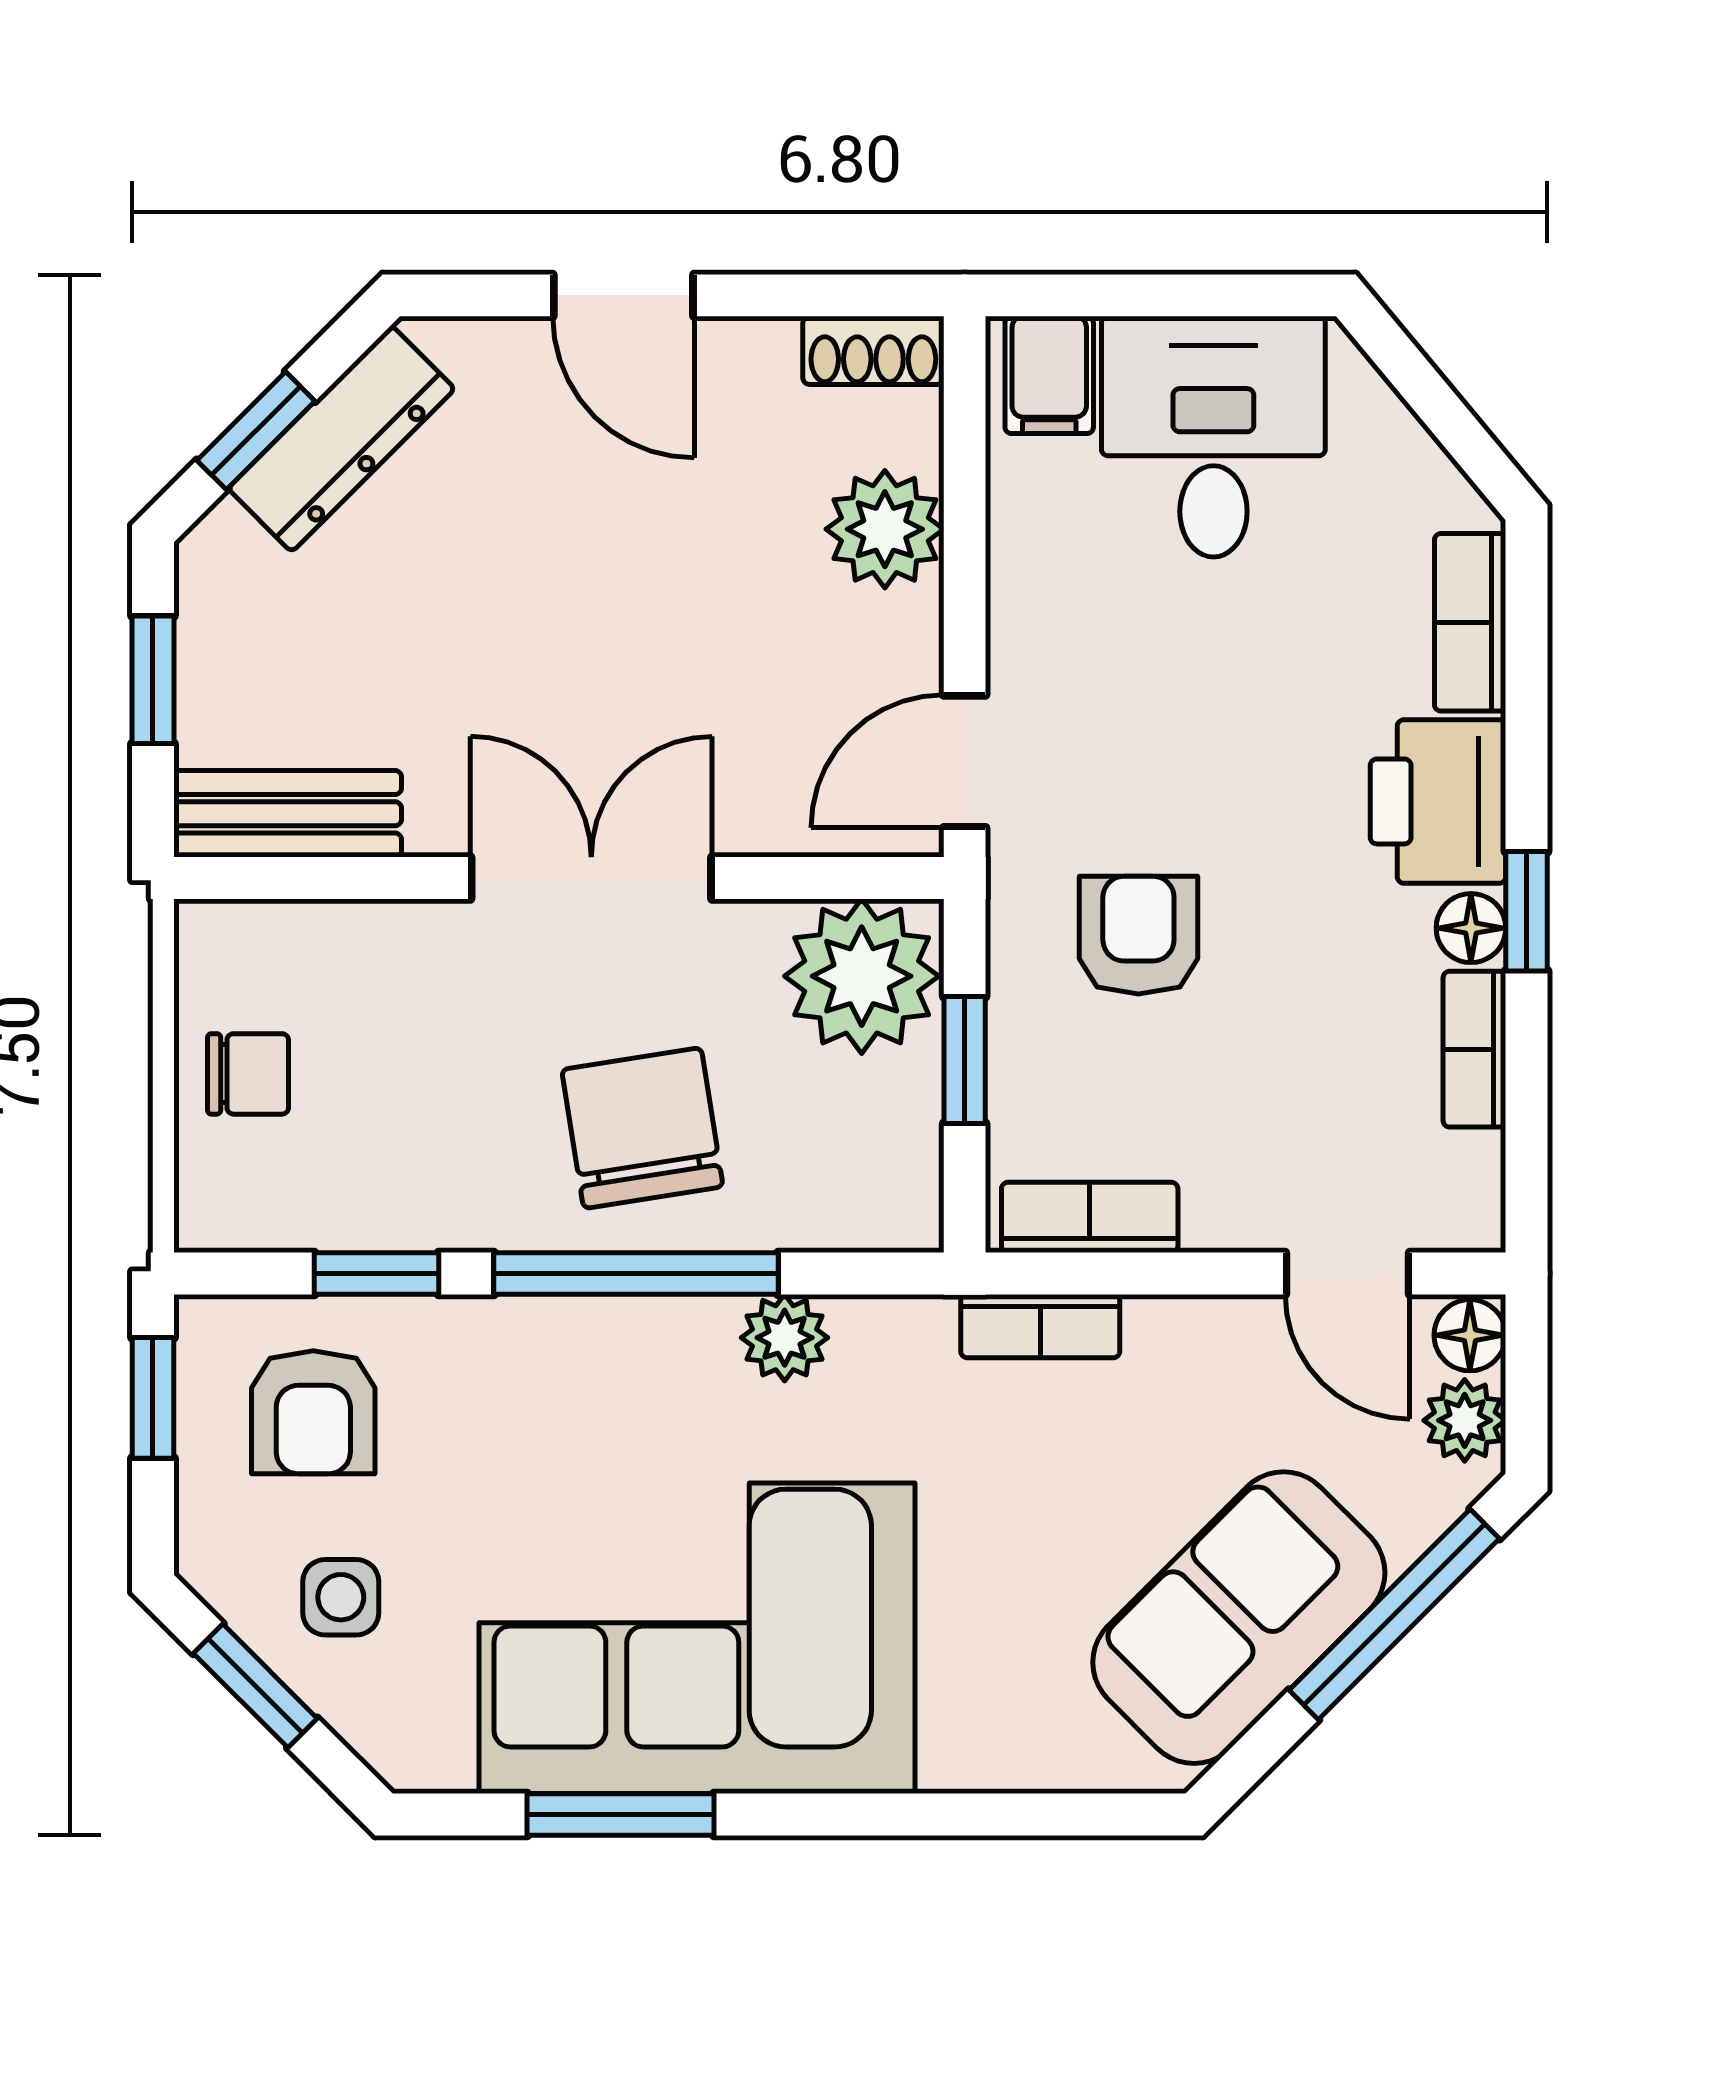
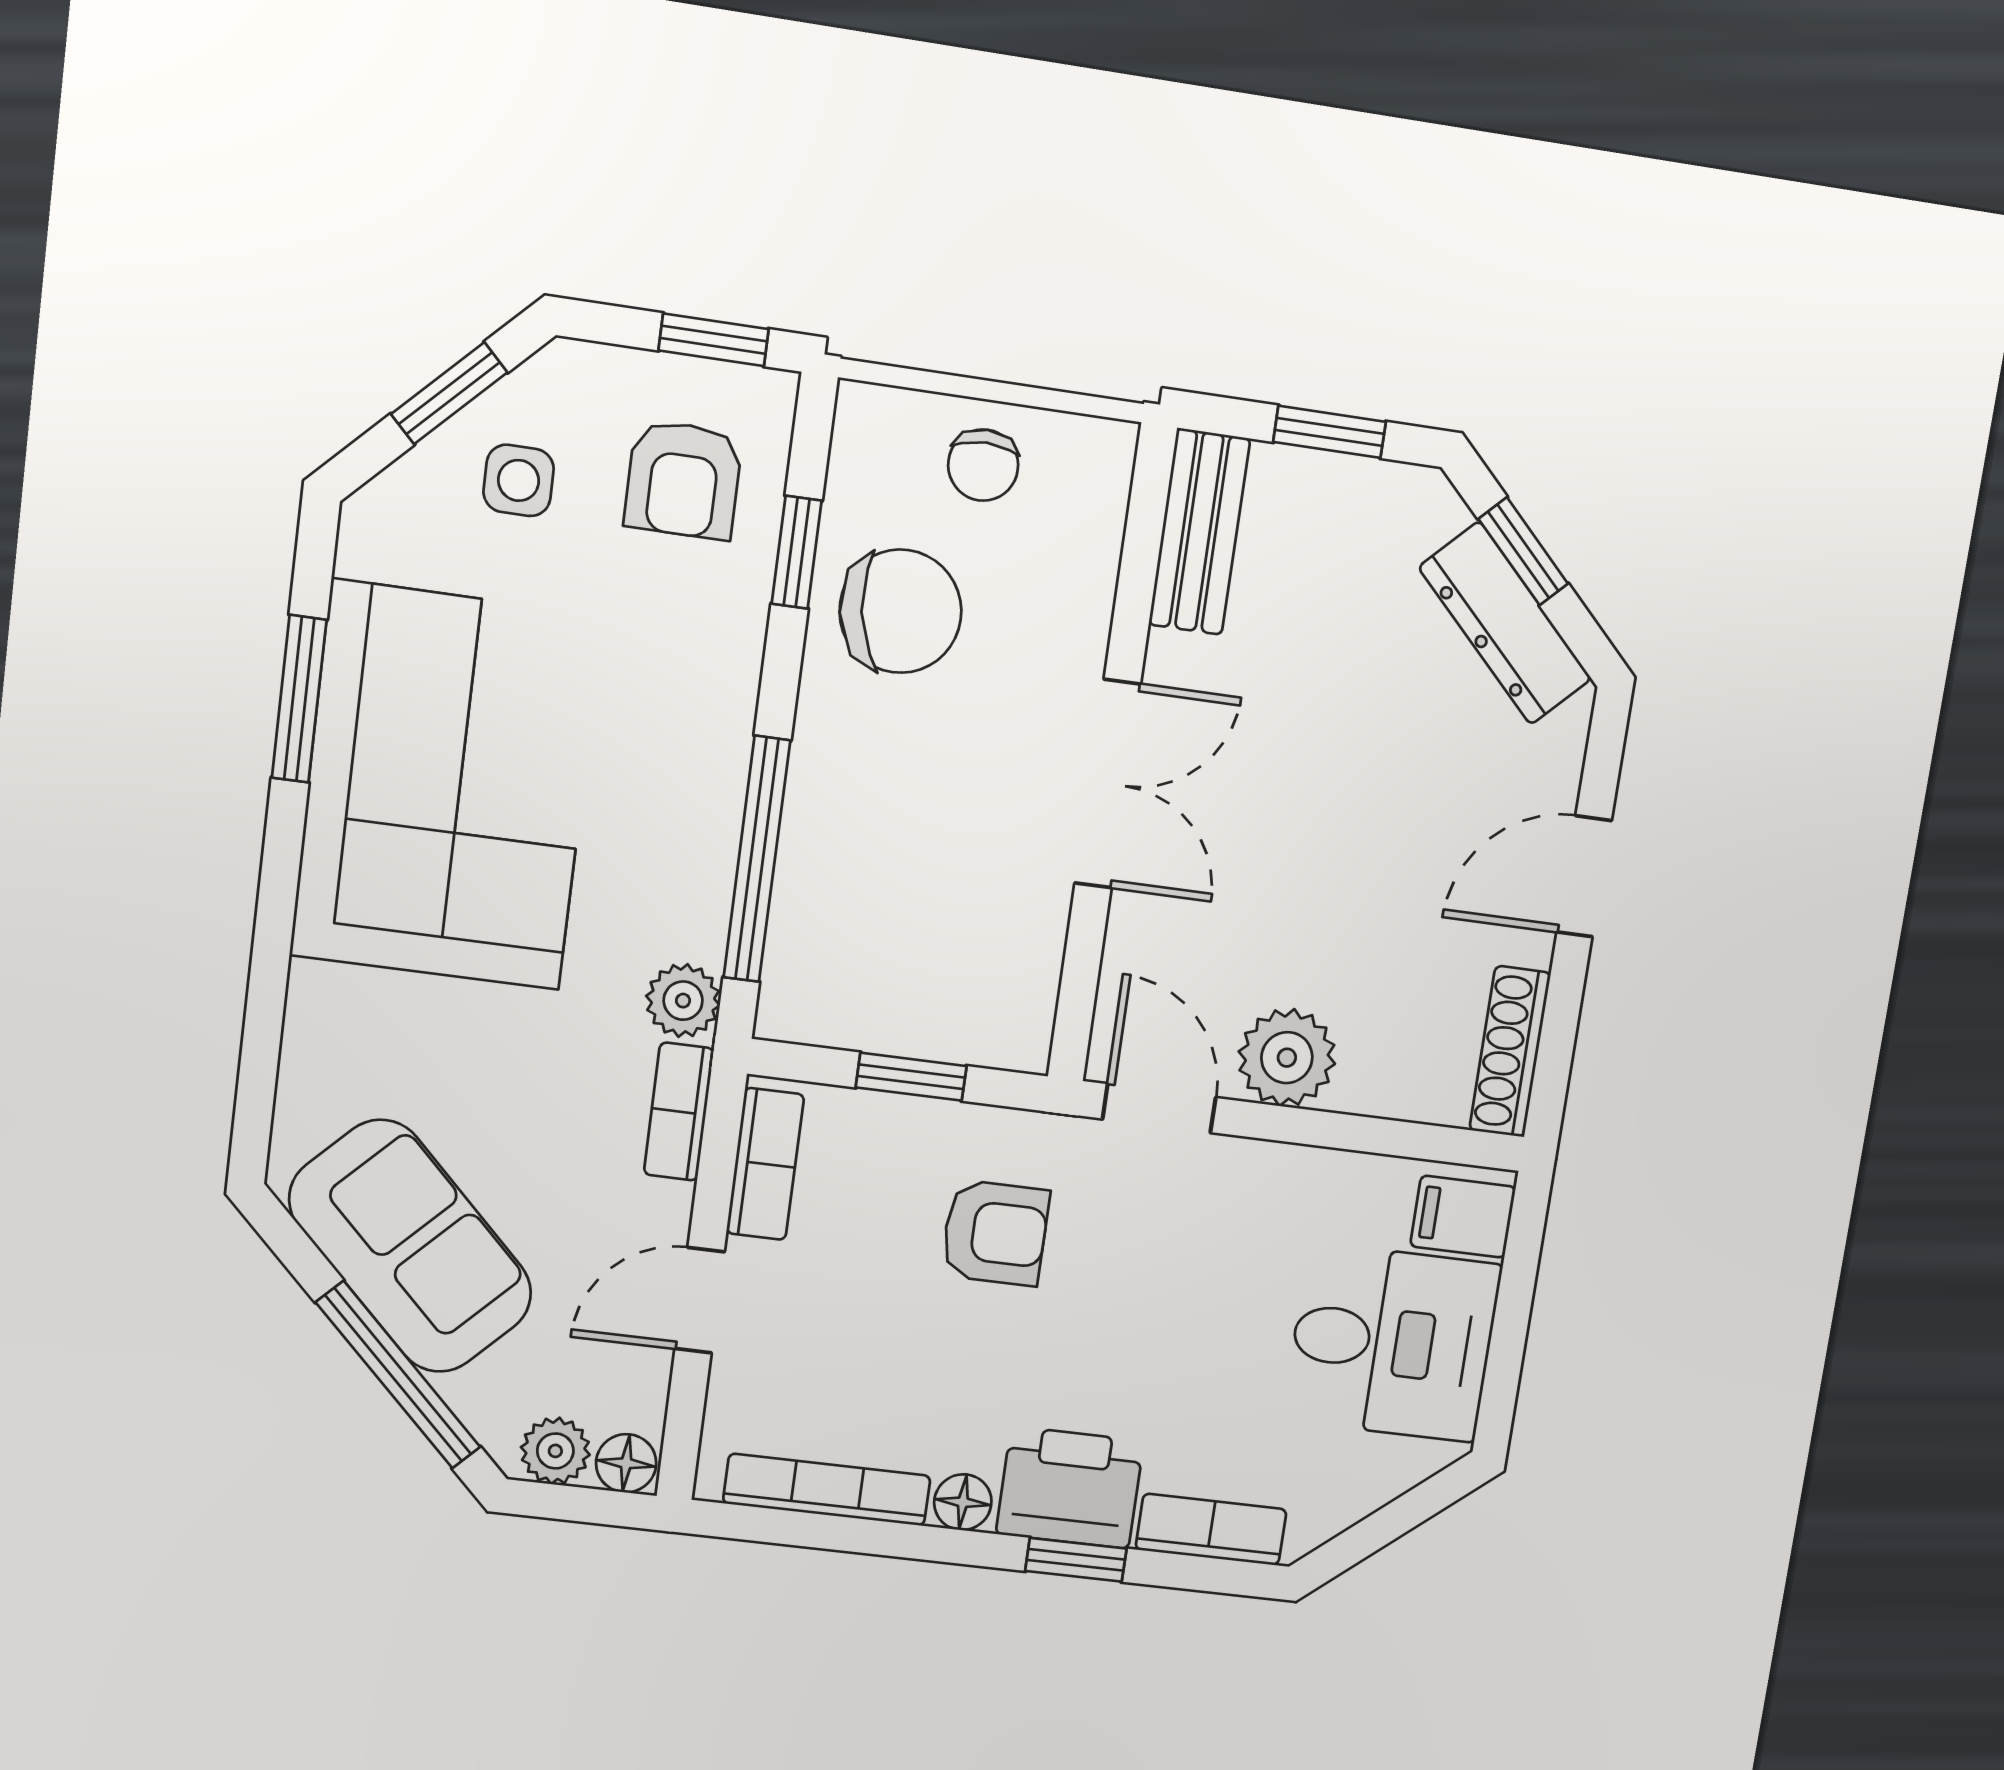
shoe rack: (873, 350) -> (1510, 1052), width x1.43
plant: (885, 529) -> (1287, 1058), moved
window: (1526, 911) -> (1076, 1560), moved
plant: (862, 976) -> (993, 1000), removed
bookcase: (1474, 1049) -> (827, 1490), width x1.56
chair: (642, 1128) -> (900, 611), moved
window: (636, 1273) -> (757, 859), moved
door: (1347, 1273) -> (700, 1300), moved
plant: (785, 1338) -> (683, 1001), moved
armchair: (313, 1412) -> (683, 480), turned -90

